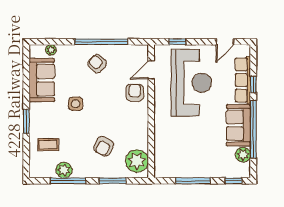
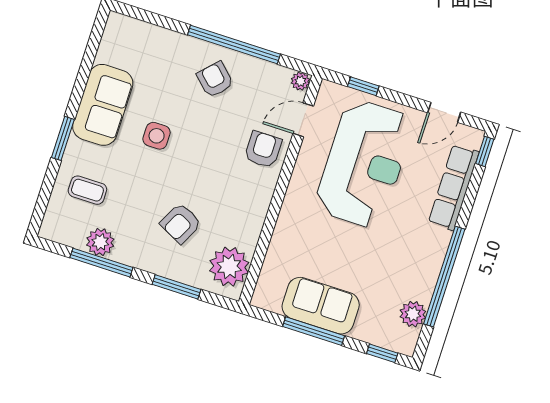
plant: (51, 50) -> (300, 81), moved
sofa: (42, 80) -> (103, 105), moved
window: (253, 84) -> (485, 151), moved
sofa: (238, 125) -> (321, 306), moved, turned 90

